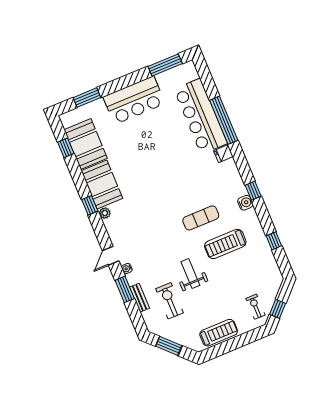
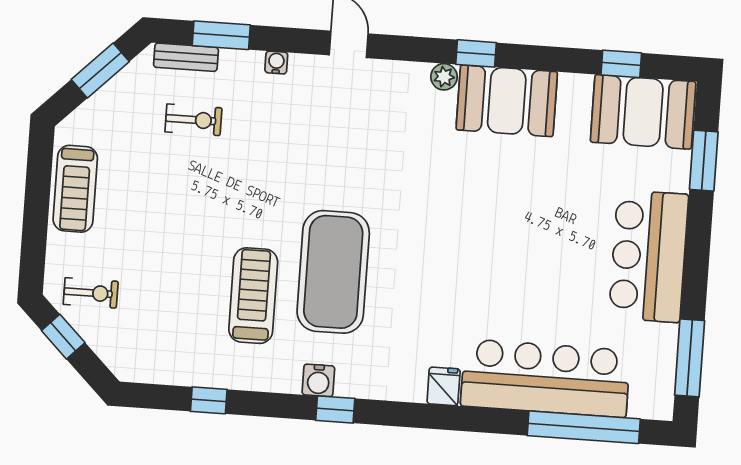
window: (224, 120) -> (584, 427), moved
booth: (86, 144) -> (643, 112), moved
exercise mat: (201, 218) -> (333, 272), width x2.00, depth x1.45
water cooler: (127, 269) -> (276, 62), moved
weight bench: (190, 274) -> (228, 192), removed
window: (125, 289) -> (221, 35), moved
bench: (140, 298) -> (186, 57), moved
exercise bike: (170, 301) -> (193, 120), width x0.73, depth x0.72

